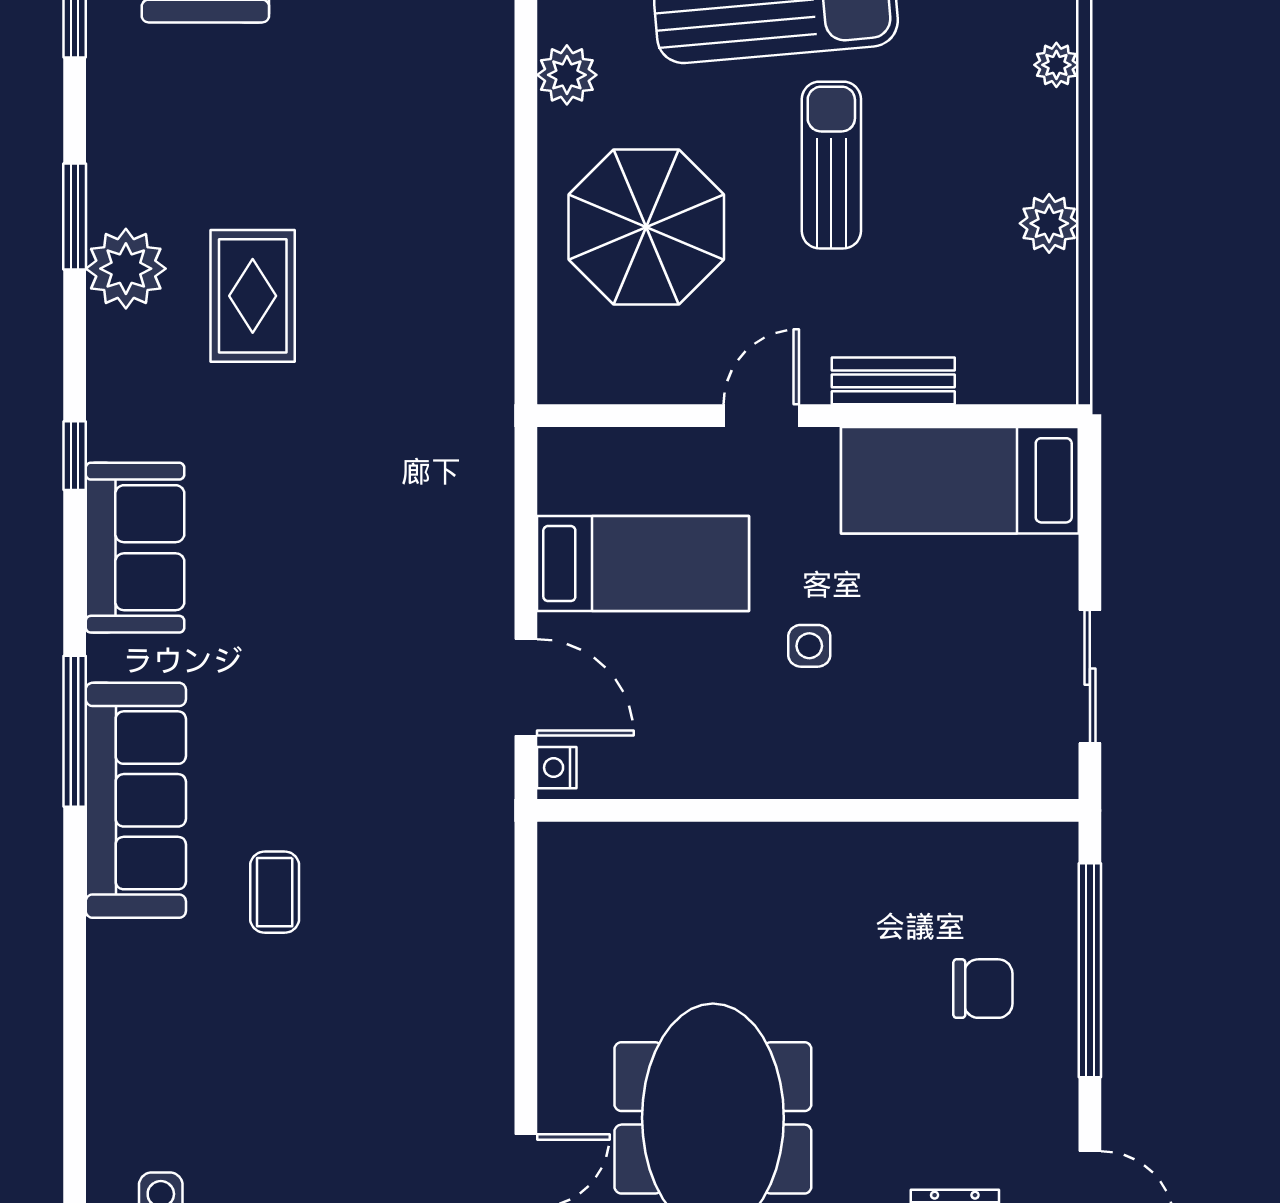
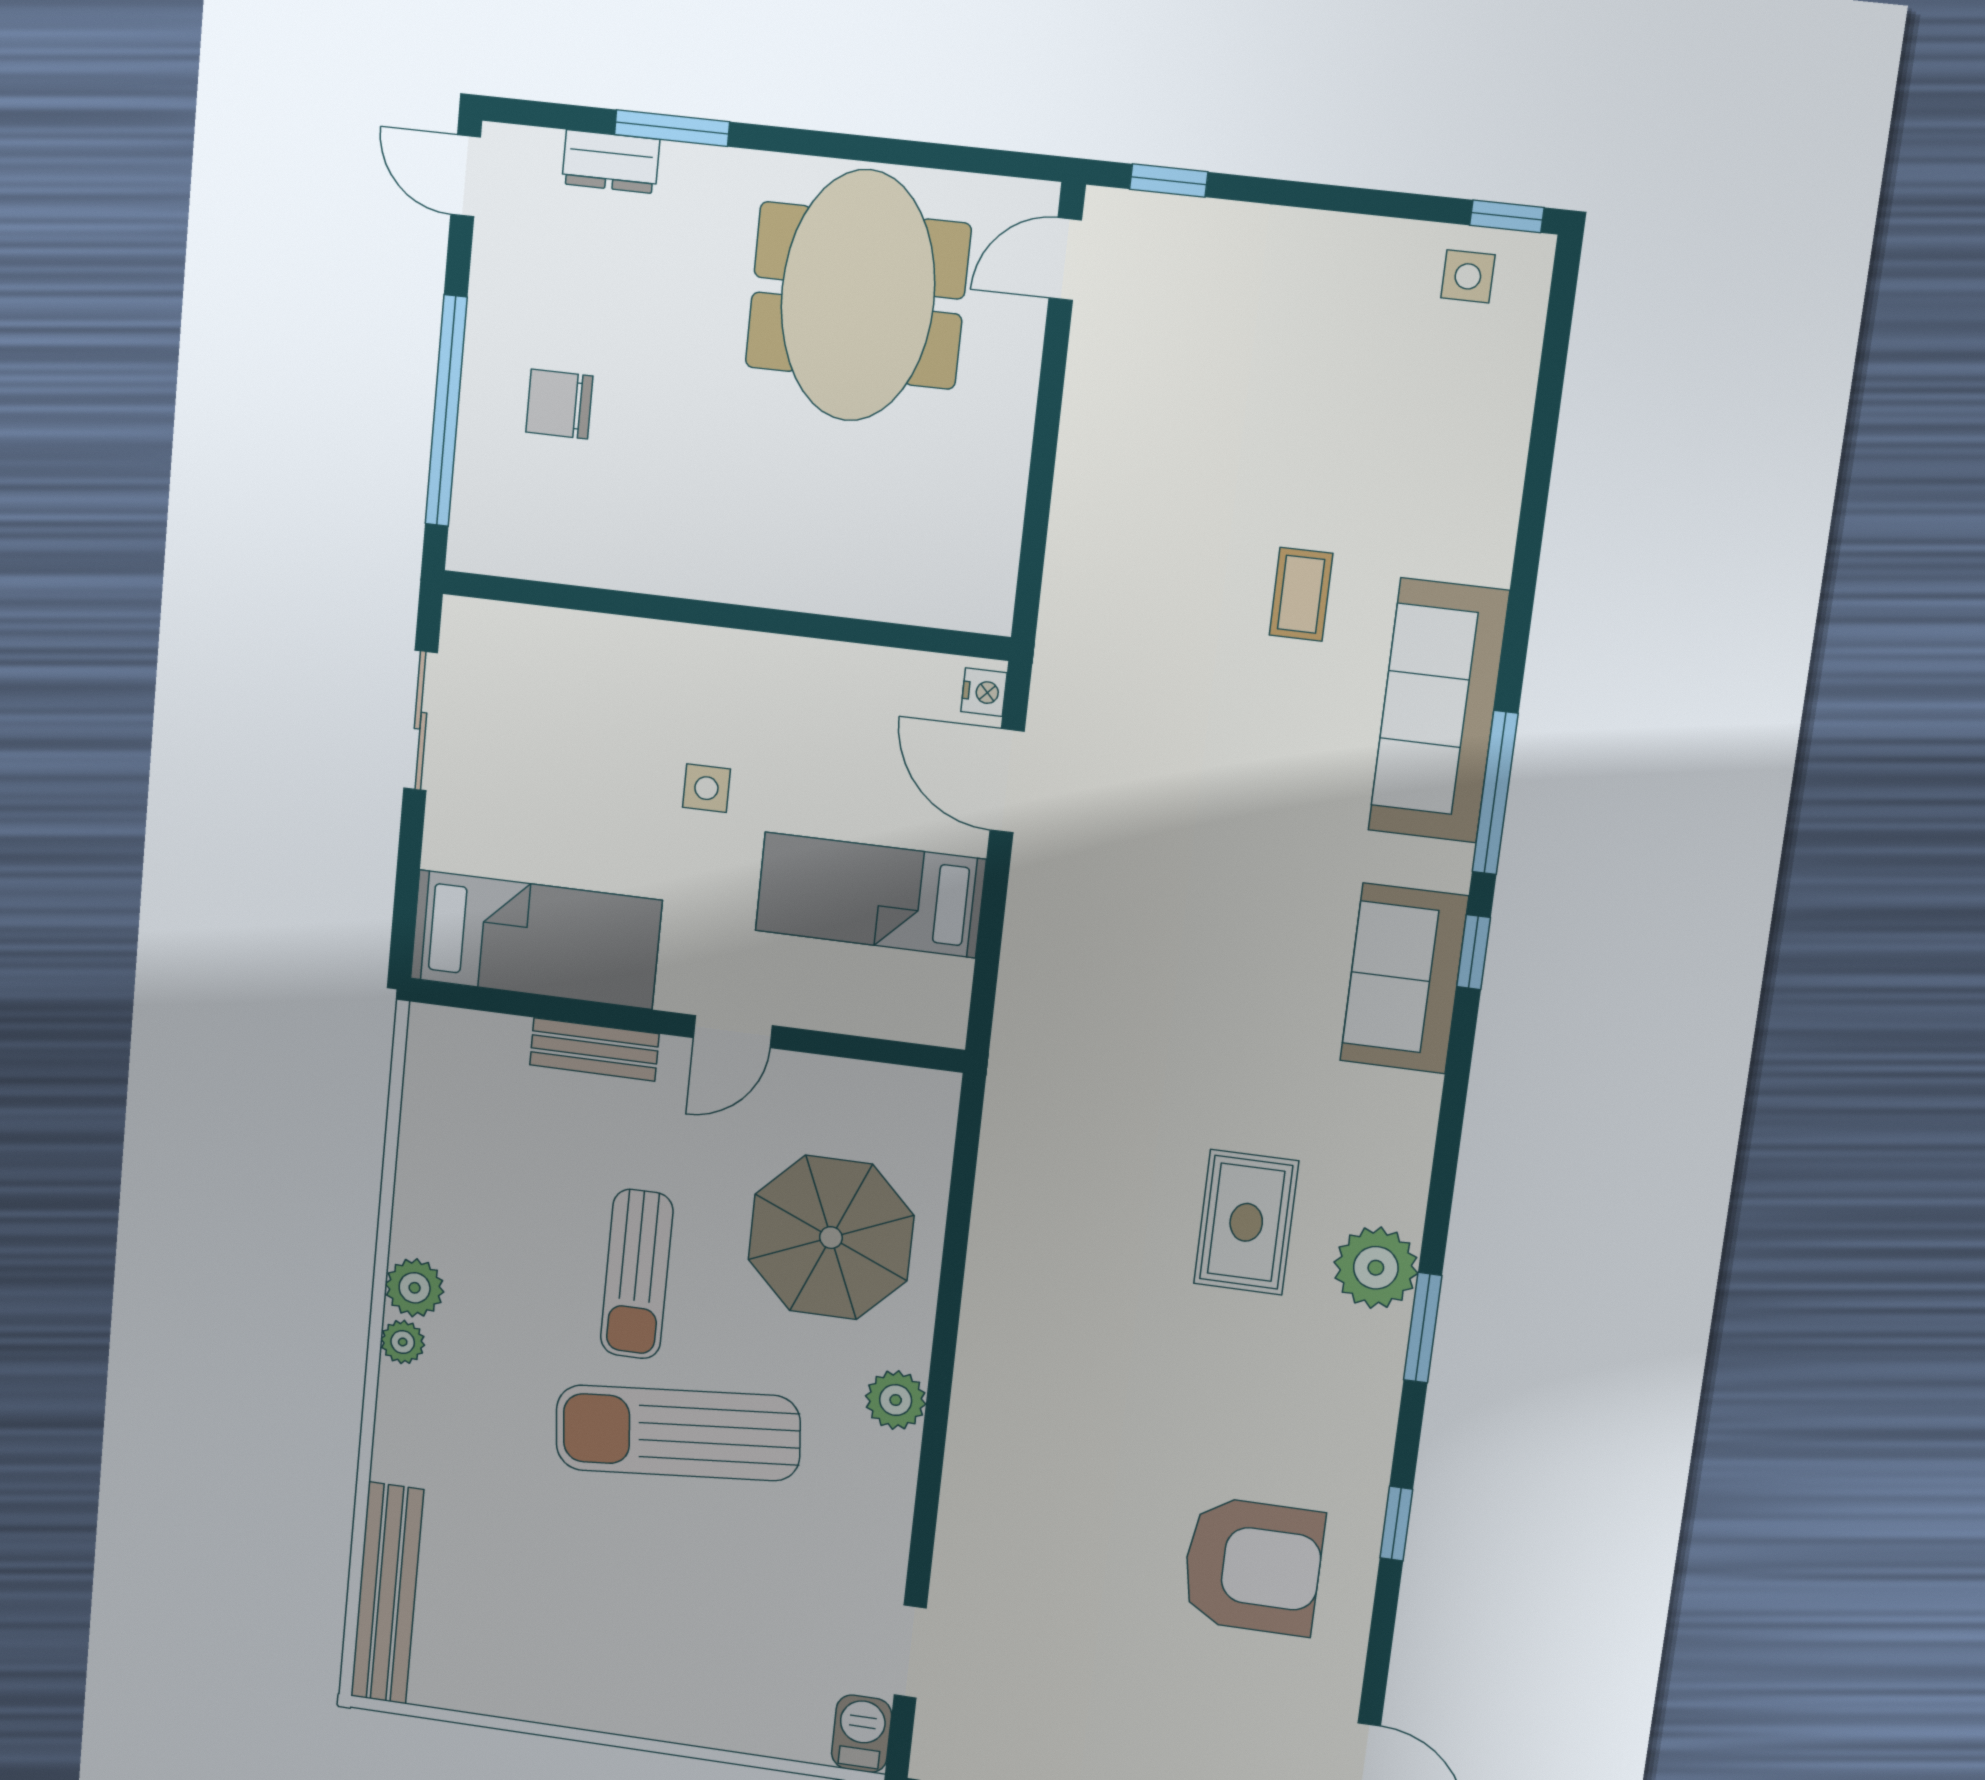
plant: (1049, 223) -> (415, 1288), moved
window: (75, 456) -> (1474, 952), moved

